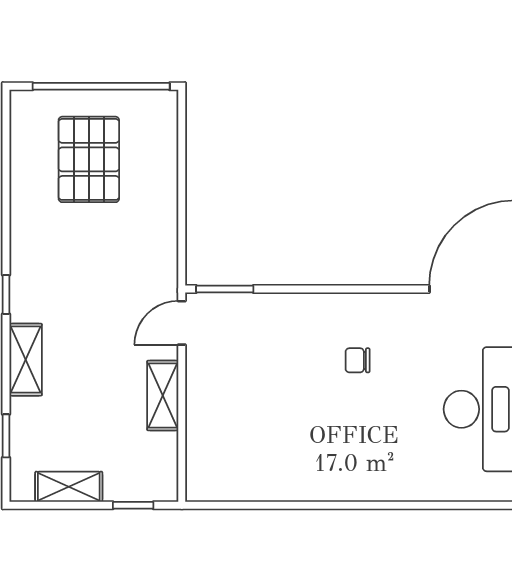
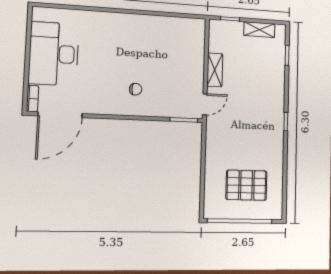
pallet: (89, 159) -> (246, 185), turned 90
shelving: (26, 360) -> (278, 90), removed
chair: (358, 360) -> (136, 89), moved

